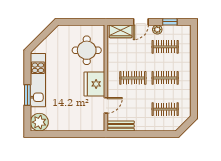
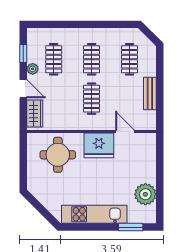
window: (27, 95) -> (131, 227), moved
plant: (39, 122) -> (145, 194), moved
bench: (121, 126) -> (150, 94), moved

